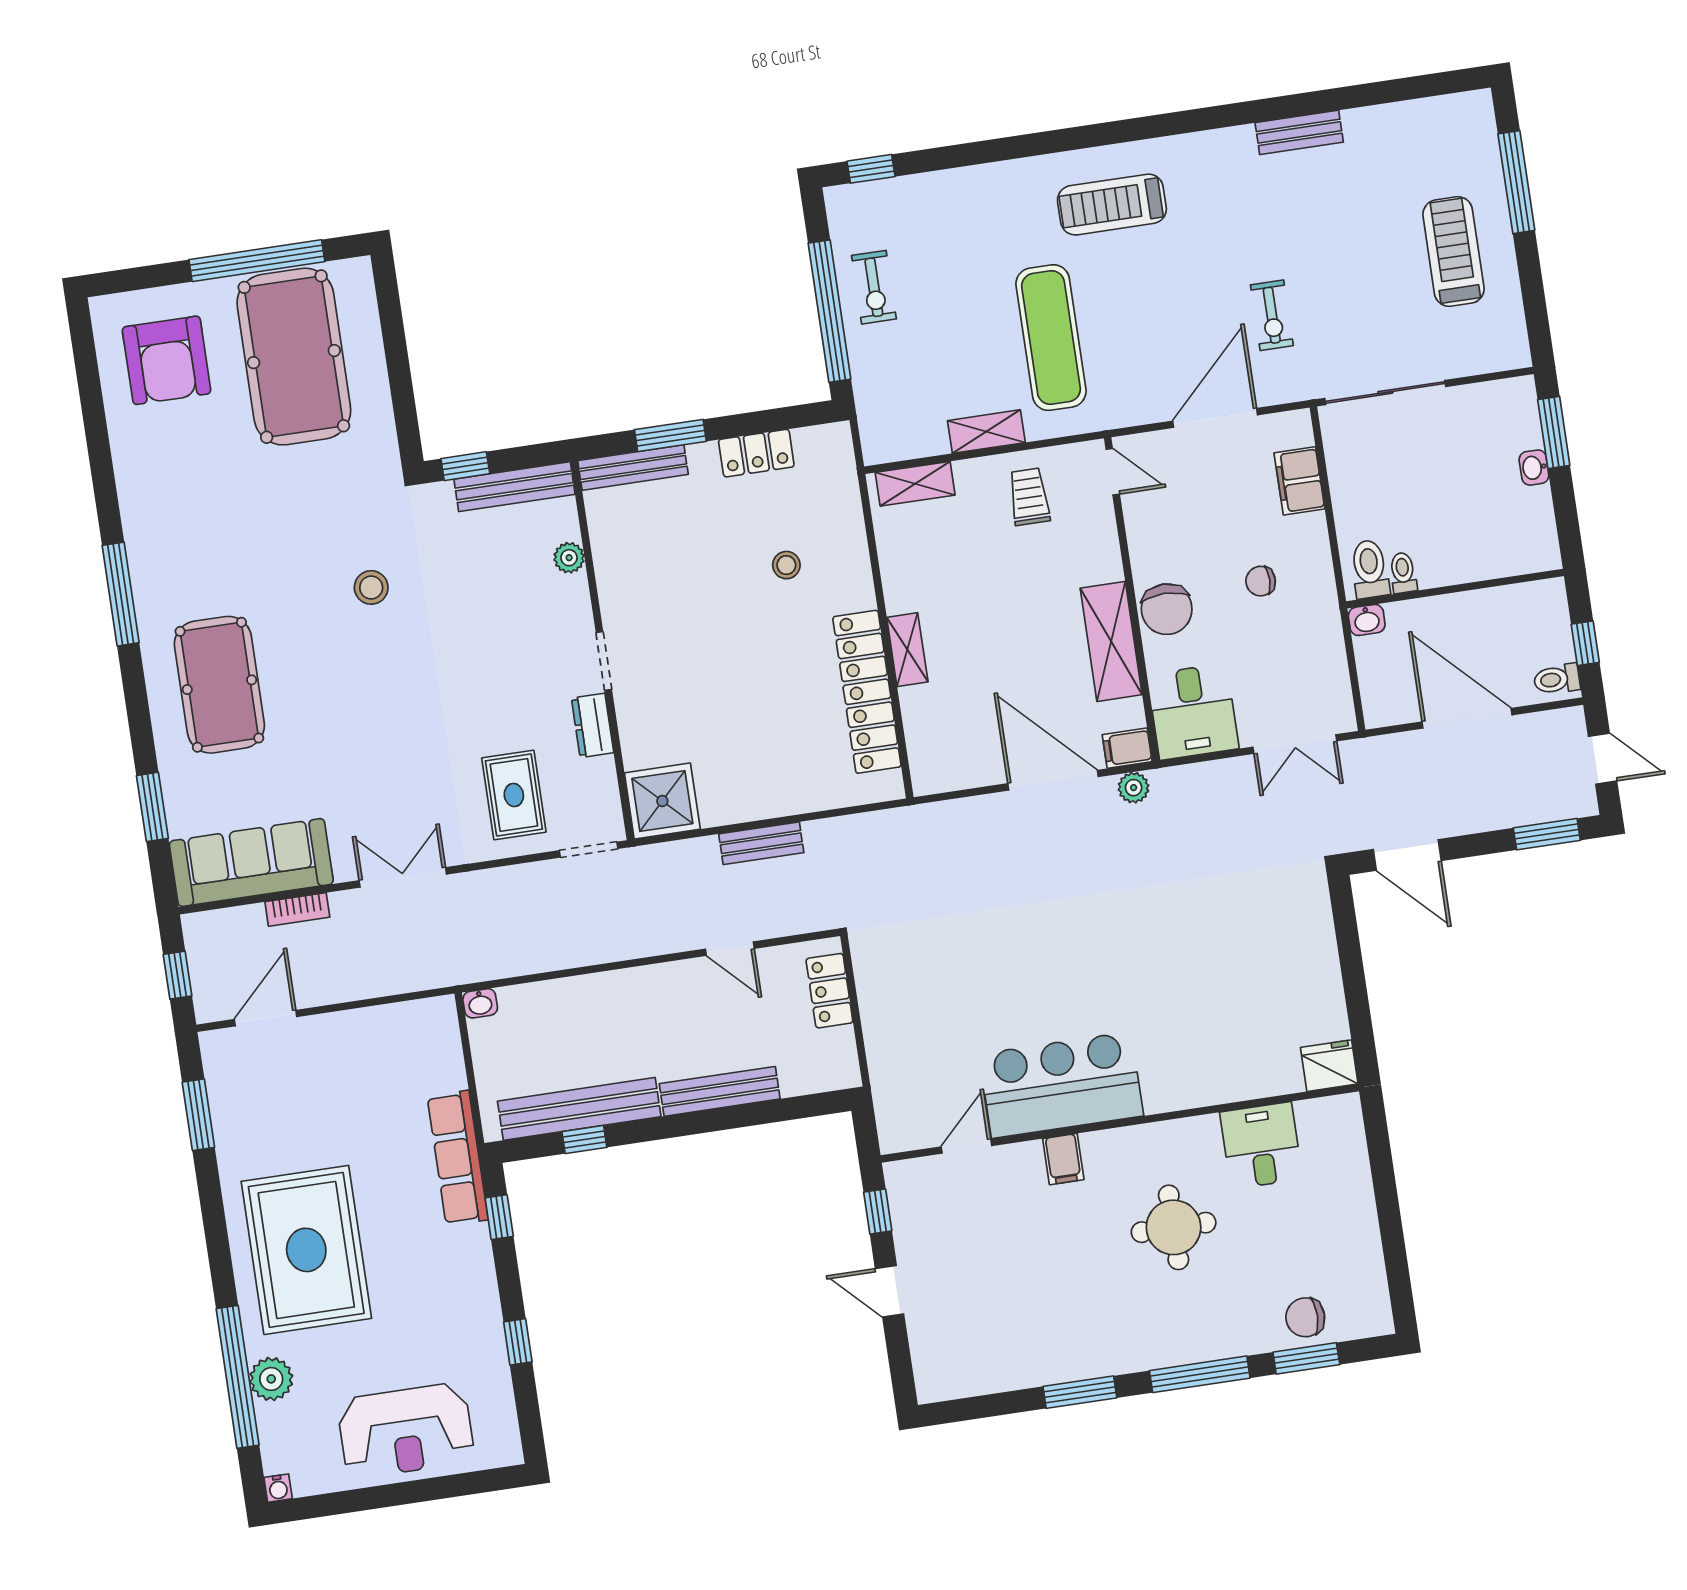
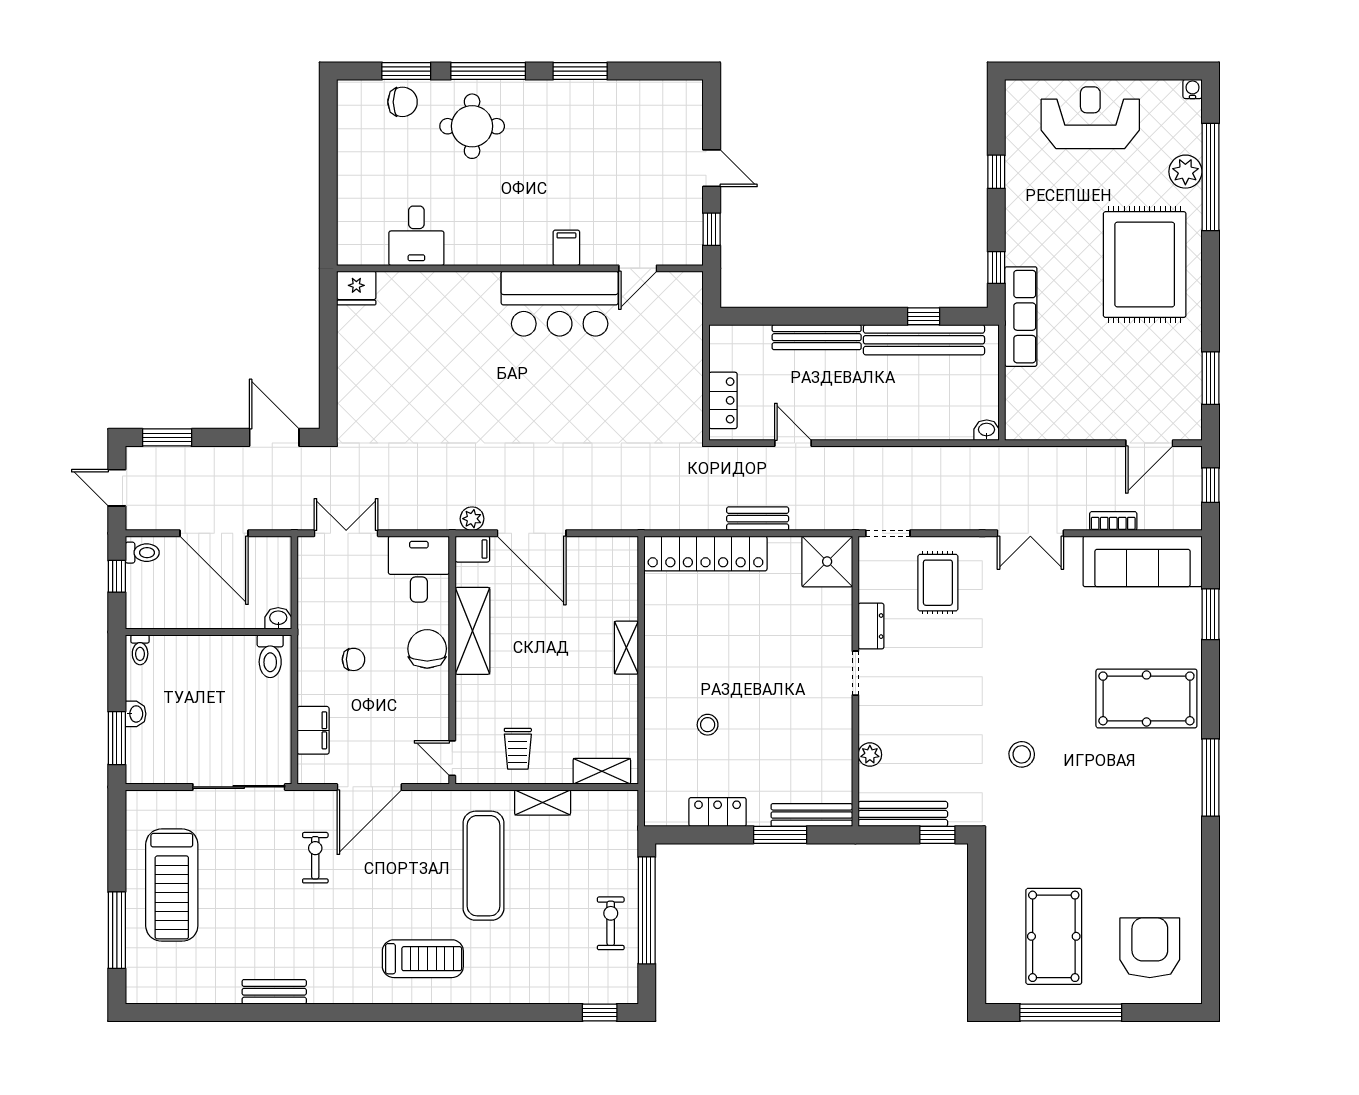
treadmill: (1453, 252) -> (172, 885), width x1.37, depth x1.38
pool table: (294, 357) -> (1054, 936), width x0.73, depth x0.76
toilet: (1403, 573) -> (140, 650), moved
pool table: (219, 685) -> (1146, 698), turned 90
locker: (867, 692) -> (705, 554), moved, turned 90
round table: (1174, 1227) -> (472, 126), moved

